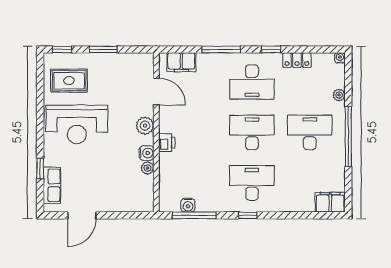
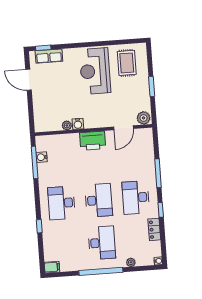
window: (62, 49) -> (149, 56), removed
filing cabinet: (181, 62) -> (146, 145), removed
plant: (145, 126) -> (144, 118), moved
printer: (167, 143) -> (93, 141), width x1.87, depth x1.48
window: (40, 168) -> (43, 48), moved
desk: (252, 183) -> (62, 203), turned 180
filing cabinet: (330, 202) -> (52, 267), width x0.50
window: (248, 215) -> (39, 226), moved

